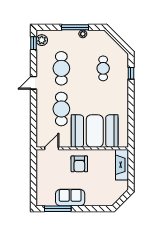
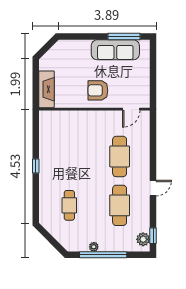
window: (75, 27) -> (103, 255), width x1.46
window: (131, 73) -> (36, 166), moved
booth: (95, 131) -> (80, 130), removed
armchair: (79, 164) -> (98, 90), turned -90
sofa: (70, 198) -> (115, 50), width x1.36

